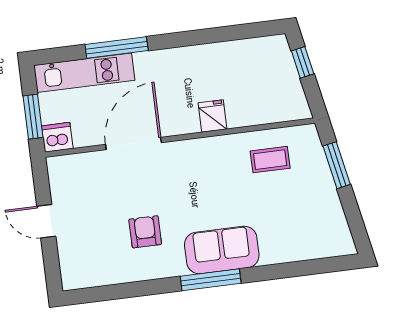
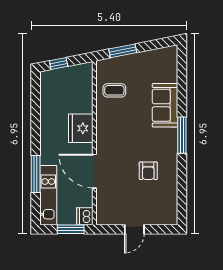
fridge: (213, 116) -> (81, 128), width x1.88, depth x1.34
coffee table: (270, 160) -> (114, 90), turned 90
armchair: (145, 232) -> (148, 171), turned -90
sofa: (222, 250) -> (165, 105), moved

